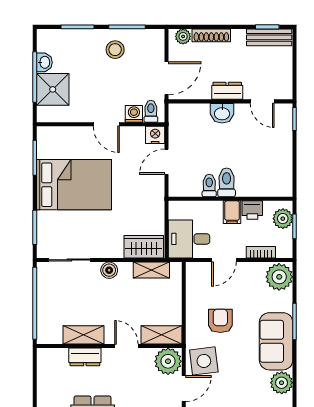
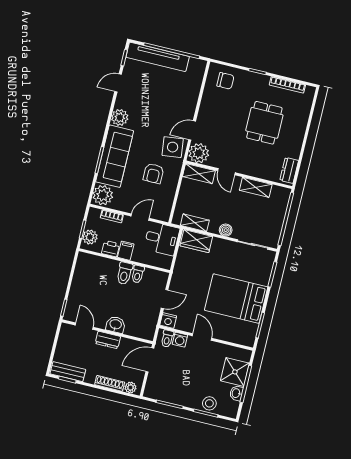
stool: (115, 50) -> (209, 403), moved
sofa: (276, 341) -> (115, 156), width x1.36
dresser: (85, 357) -> (289, 170), moved, turned -90

